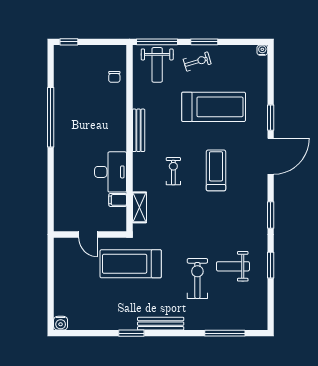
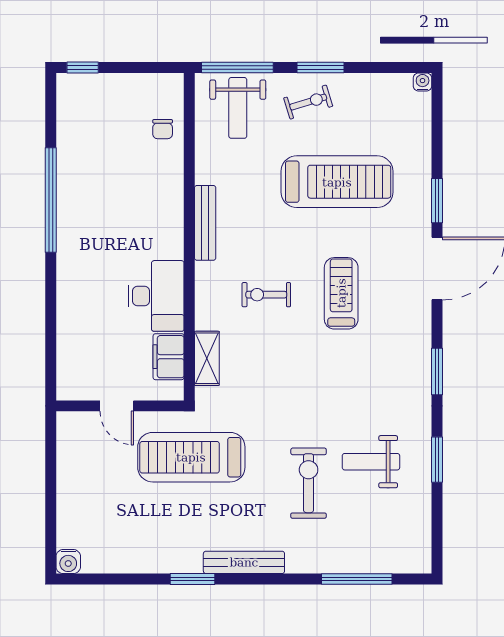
exercise bike: (173, 171) -> (266, 295), turned -90
filing cabinet: (118, 200) -> (169, 357), width x2.00

